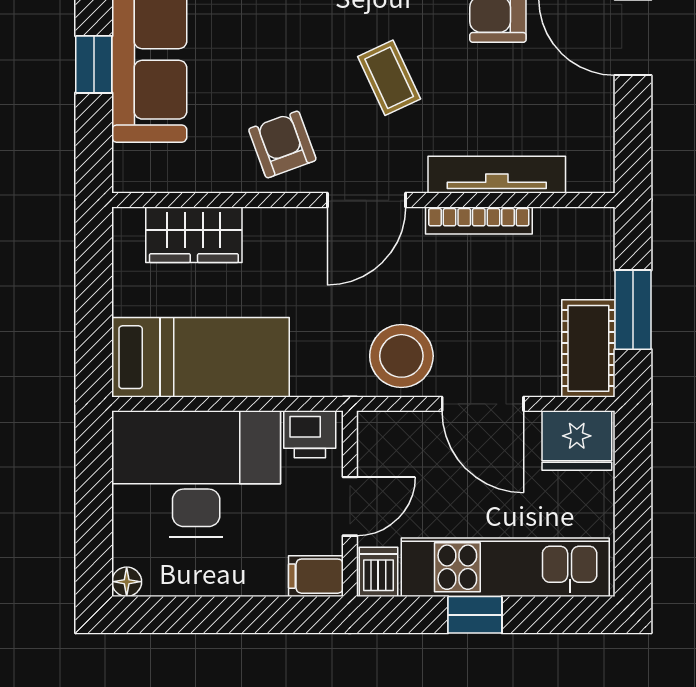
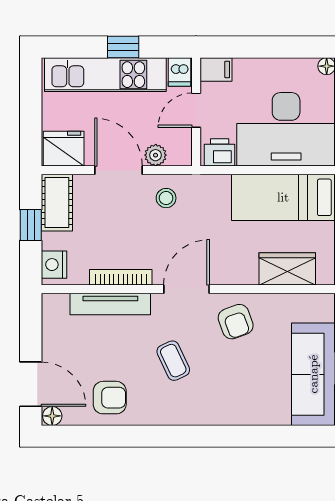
nightstand: (593, 242) -> (54, 265), added
window: (633, 310) -> (31, 225), width x0.67
stool: (401, 356) -> (166, 198), width x0.53, depth x0.53
plant: (419, 429) -> (156, 155), added

